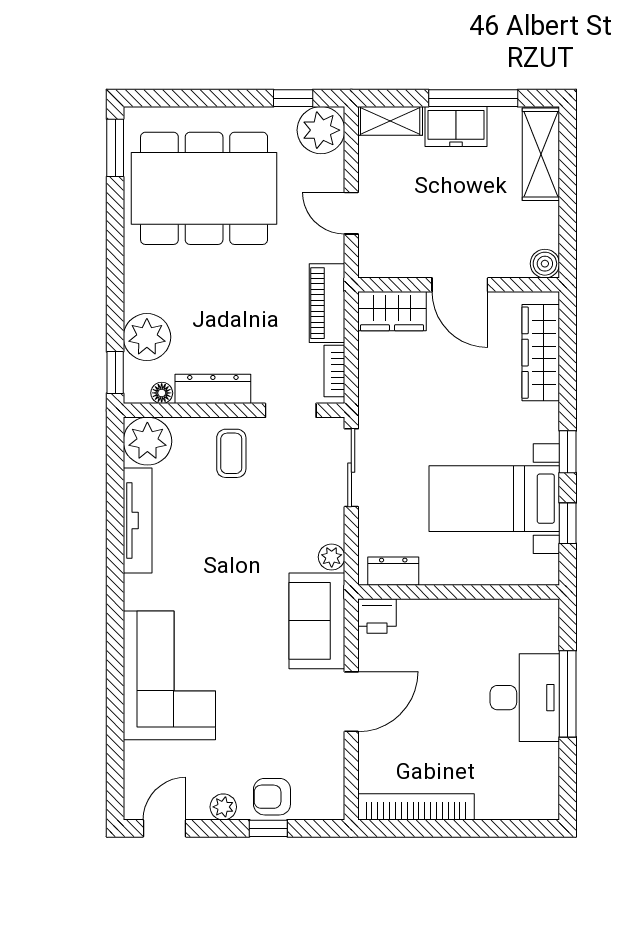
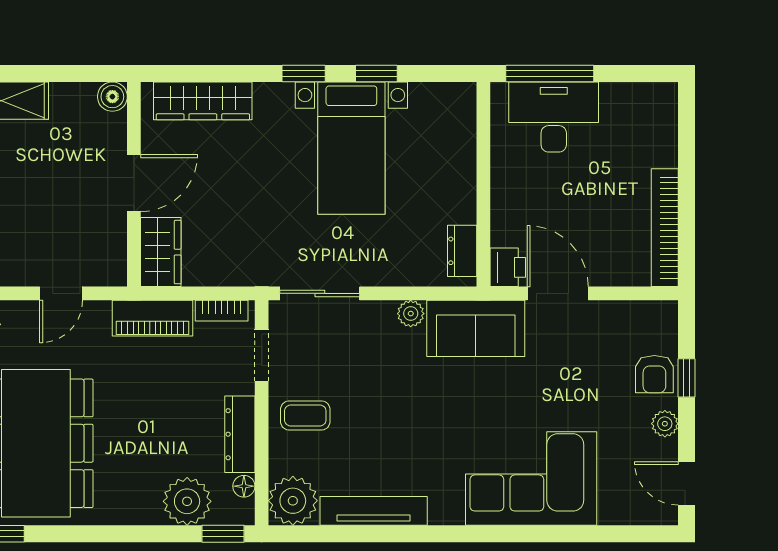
dresser: (393, 571) -> (462, 251), moved
wall: (459, 592) -> (483, 184), moved
printer: (377, 616) -> (508, 267), moved

